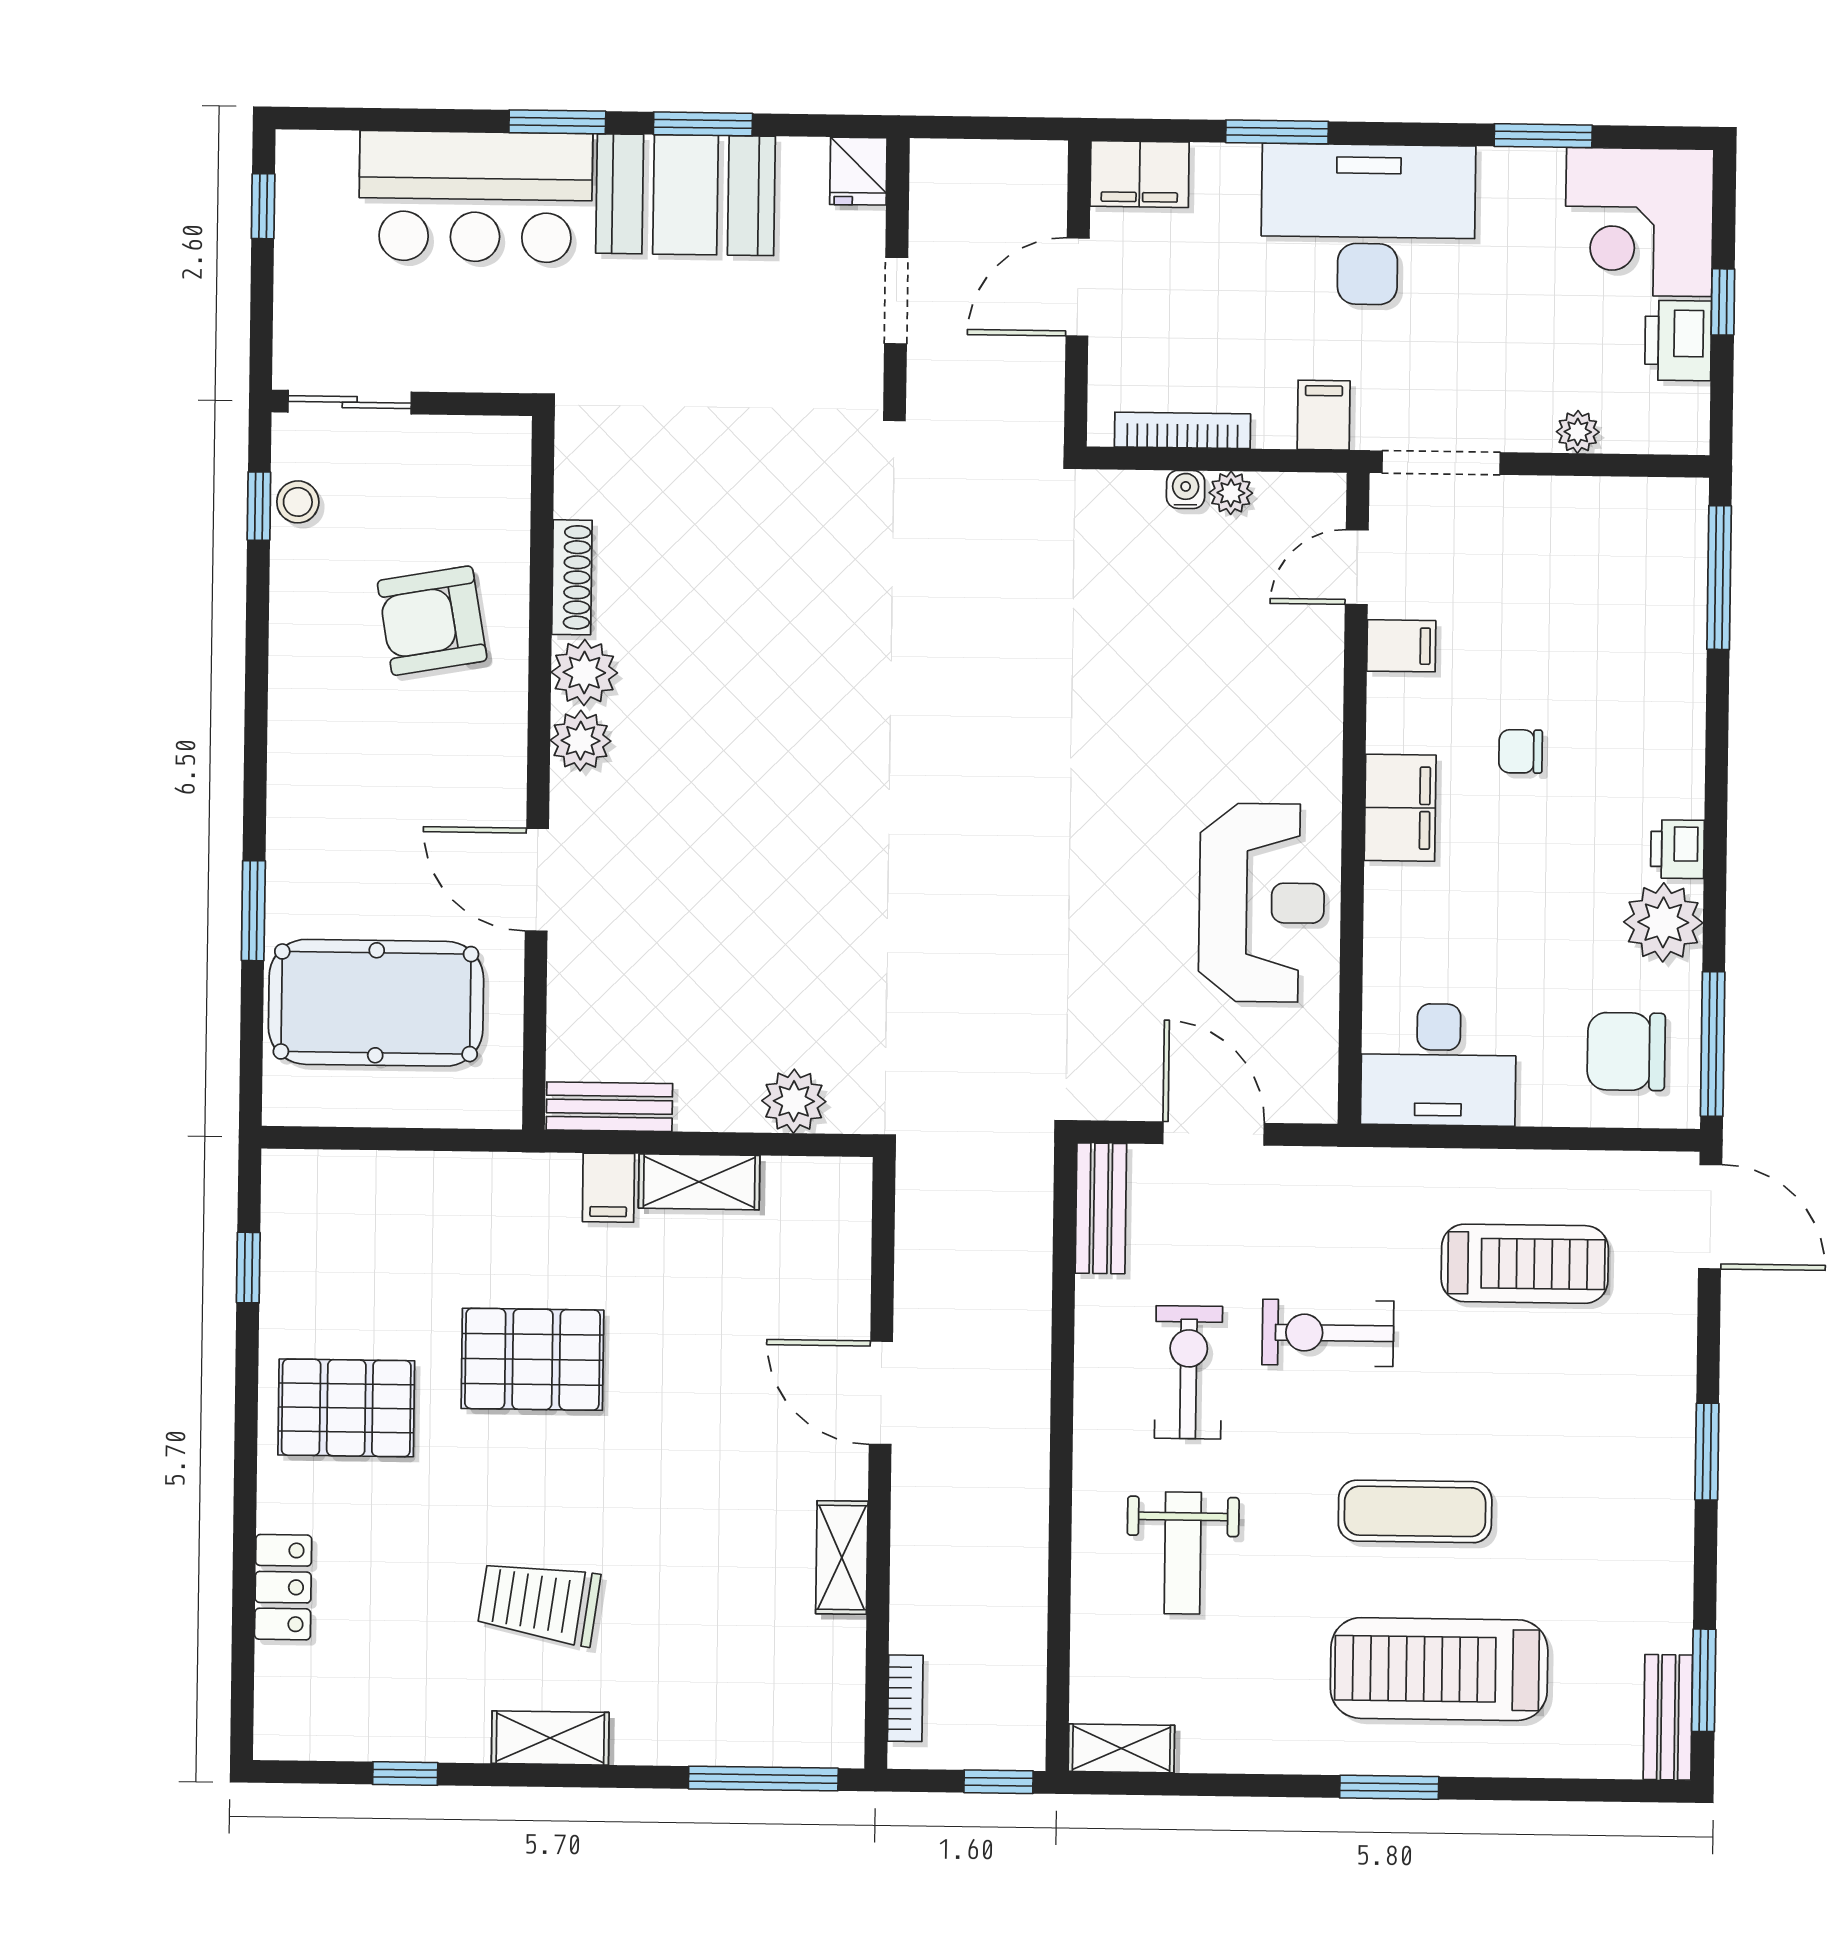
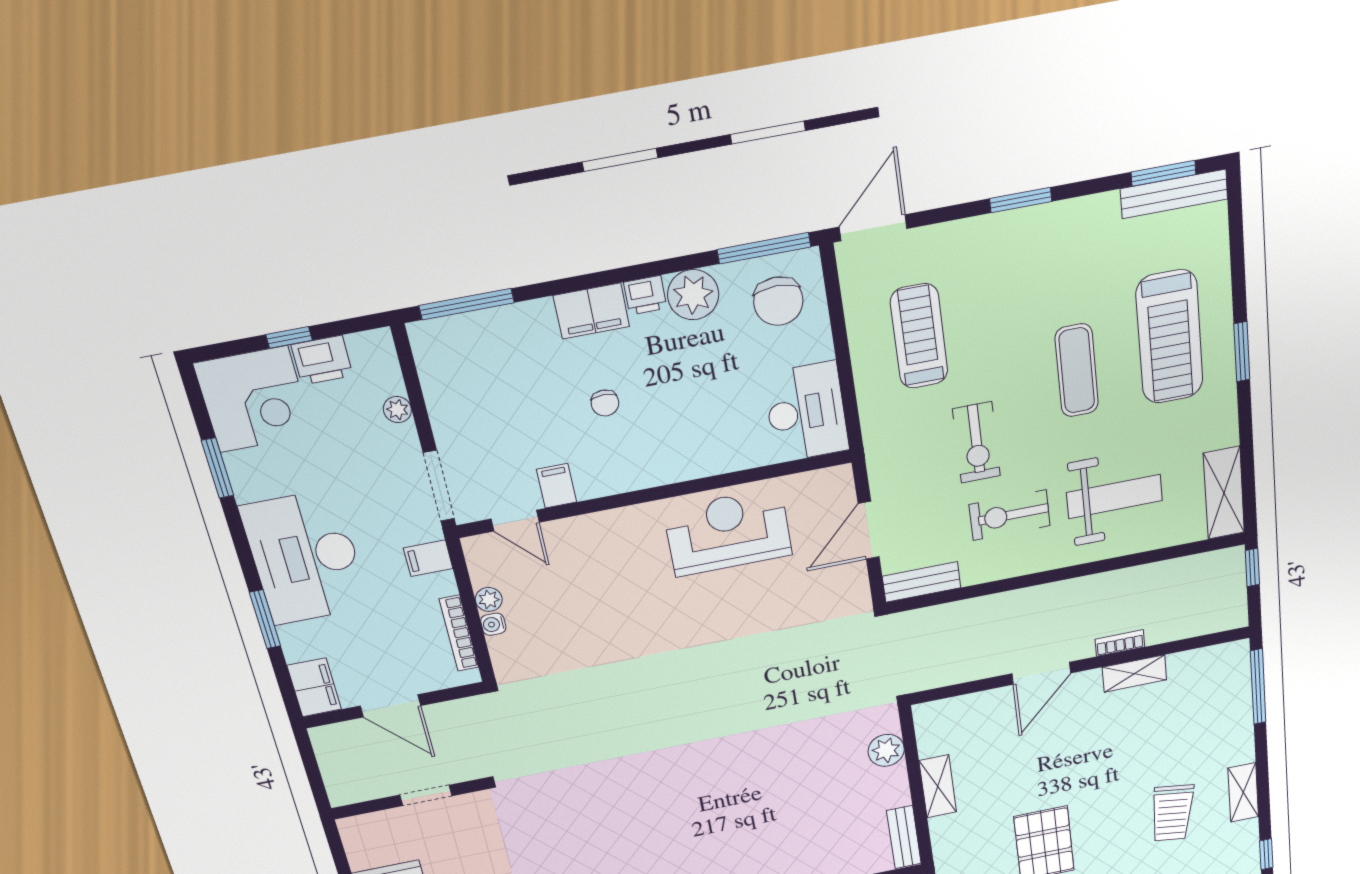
fridge: (858, 171) -> (358, 829), removed
filing cabinet: (1400, 808) -> (591, 311), moved, turned 180
filing cabinet: (608, 1188) -> (947, 828), removed
weight bench: (1183, 1553) -> (1114, 497), width x1.36, depth x1.33
bookcase: (905, 1698) -> (1120, 643), moved
bench: (1668, 1717) -> (1174, 194), width x1.36
shelving: (1121, 1748) -> (1224, 493), width x1.50, depth x1.33

